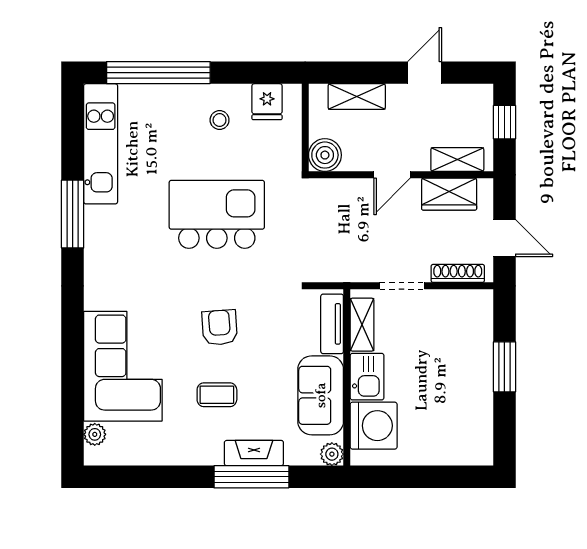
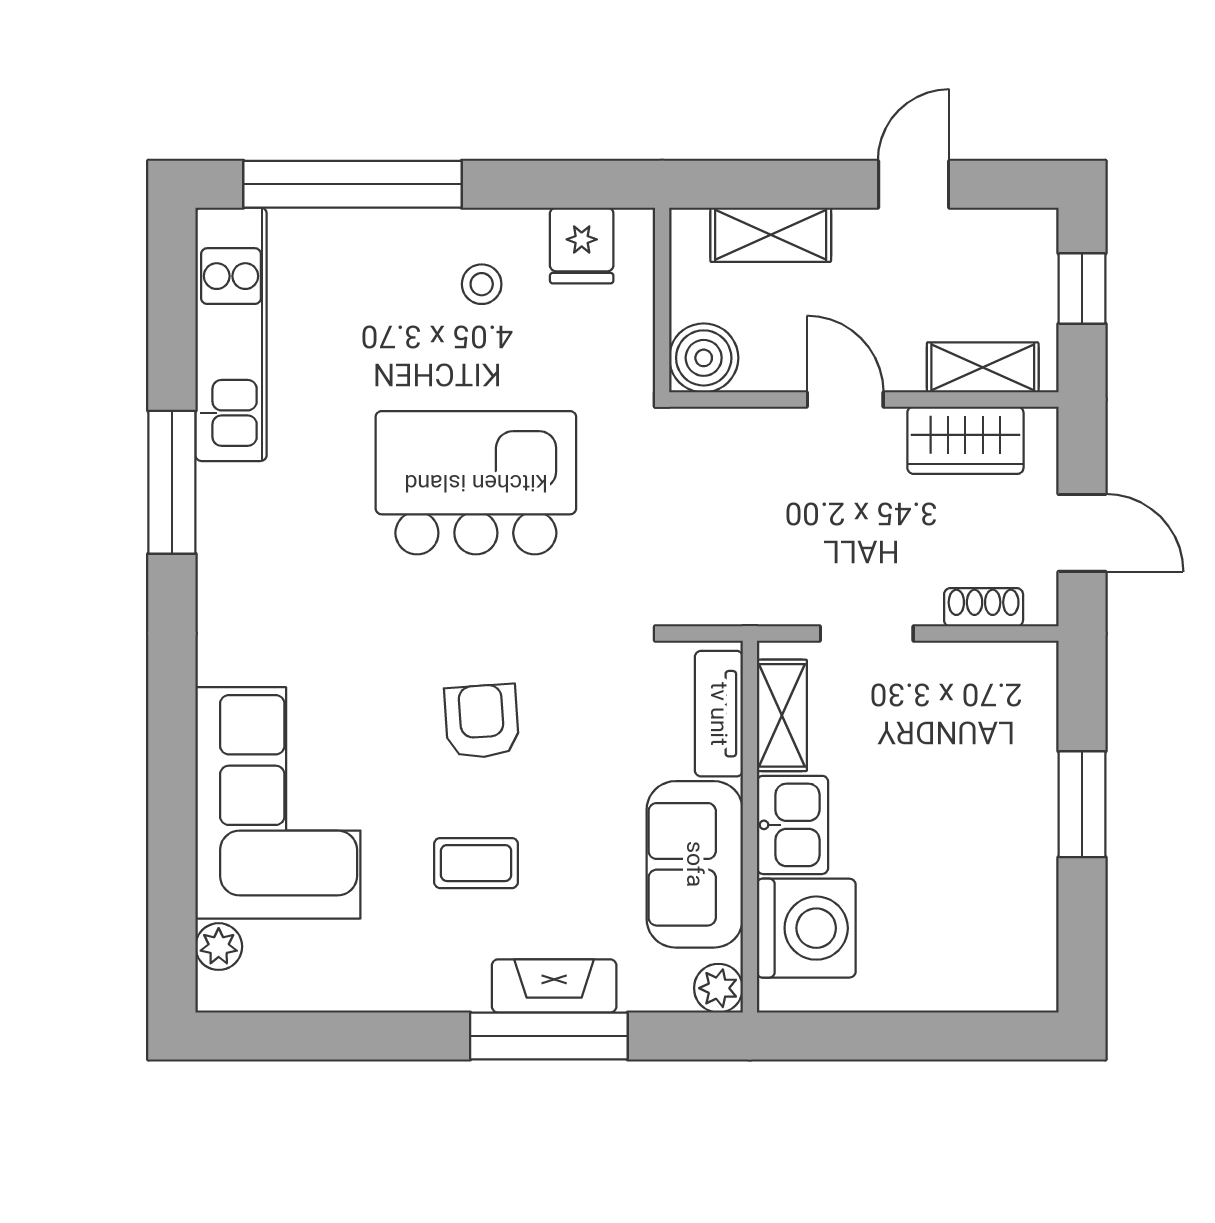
door: (392, 175) -> (845, 400), swing flipped
shoe rack: (458, 273) -> (984, 607), width x0.70

